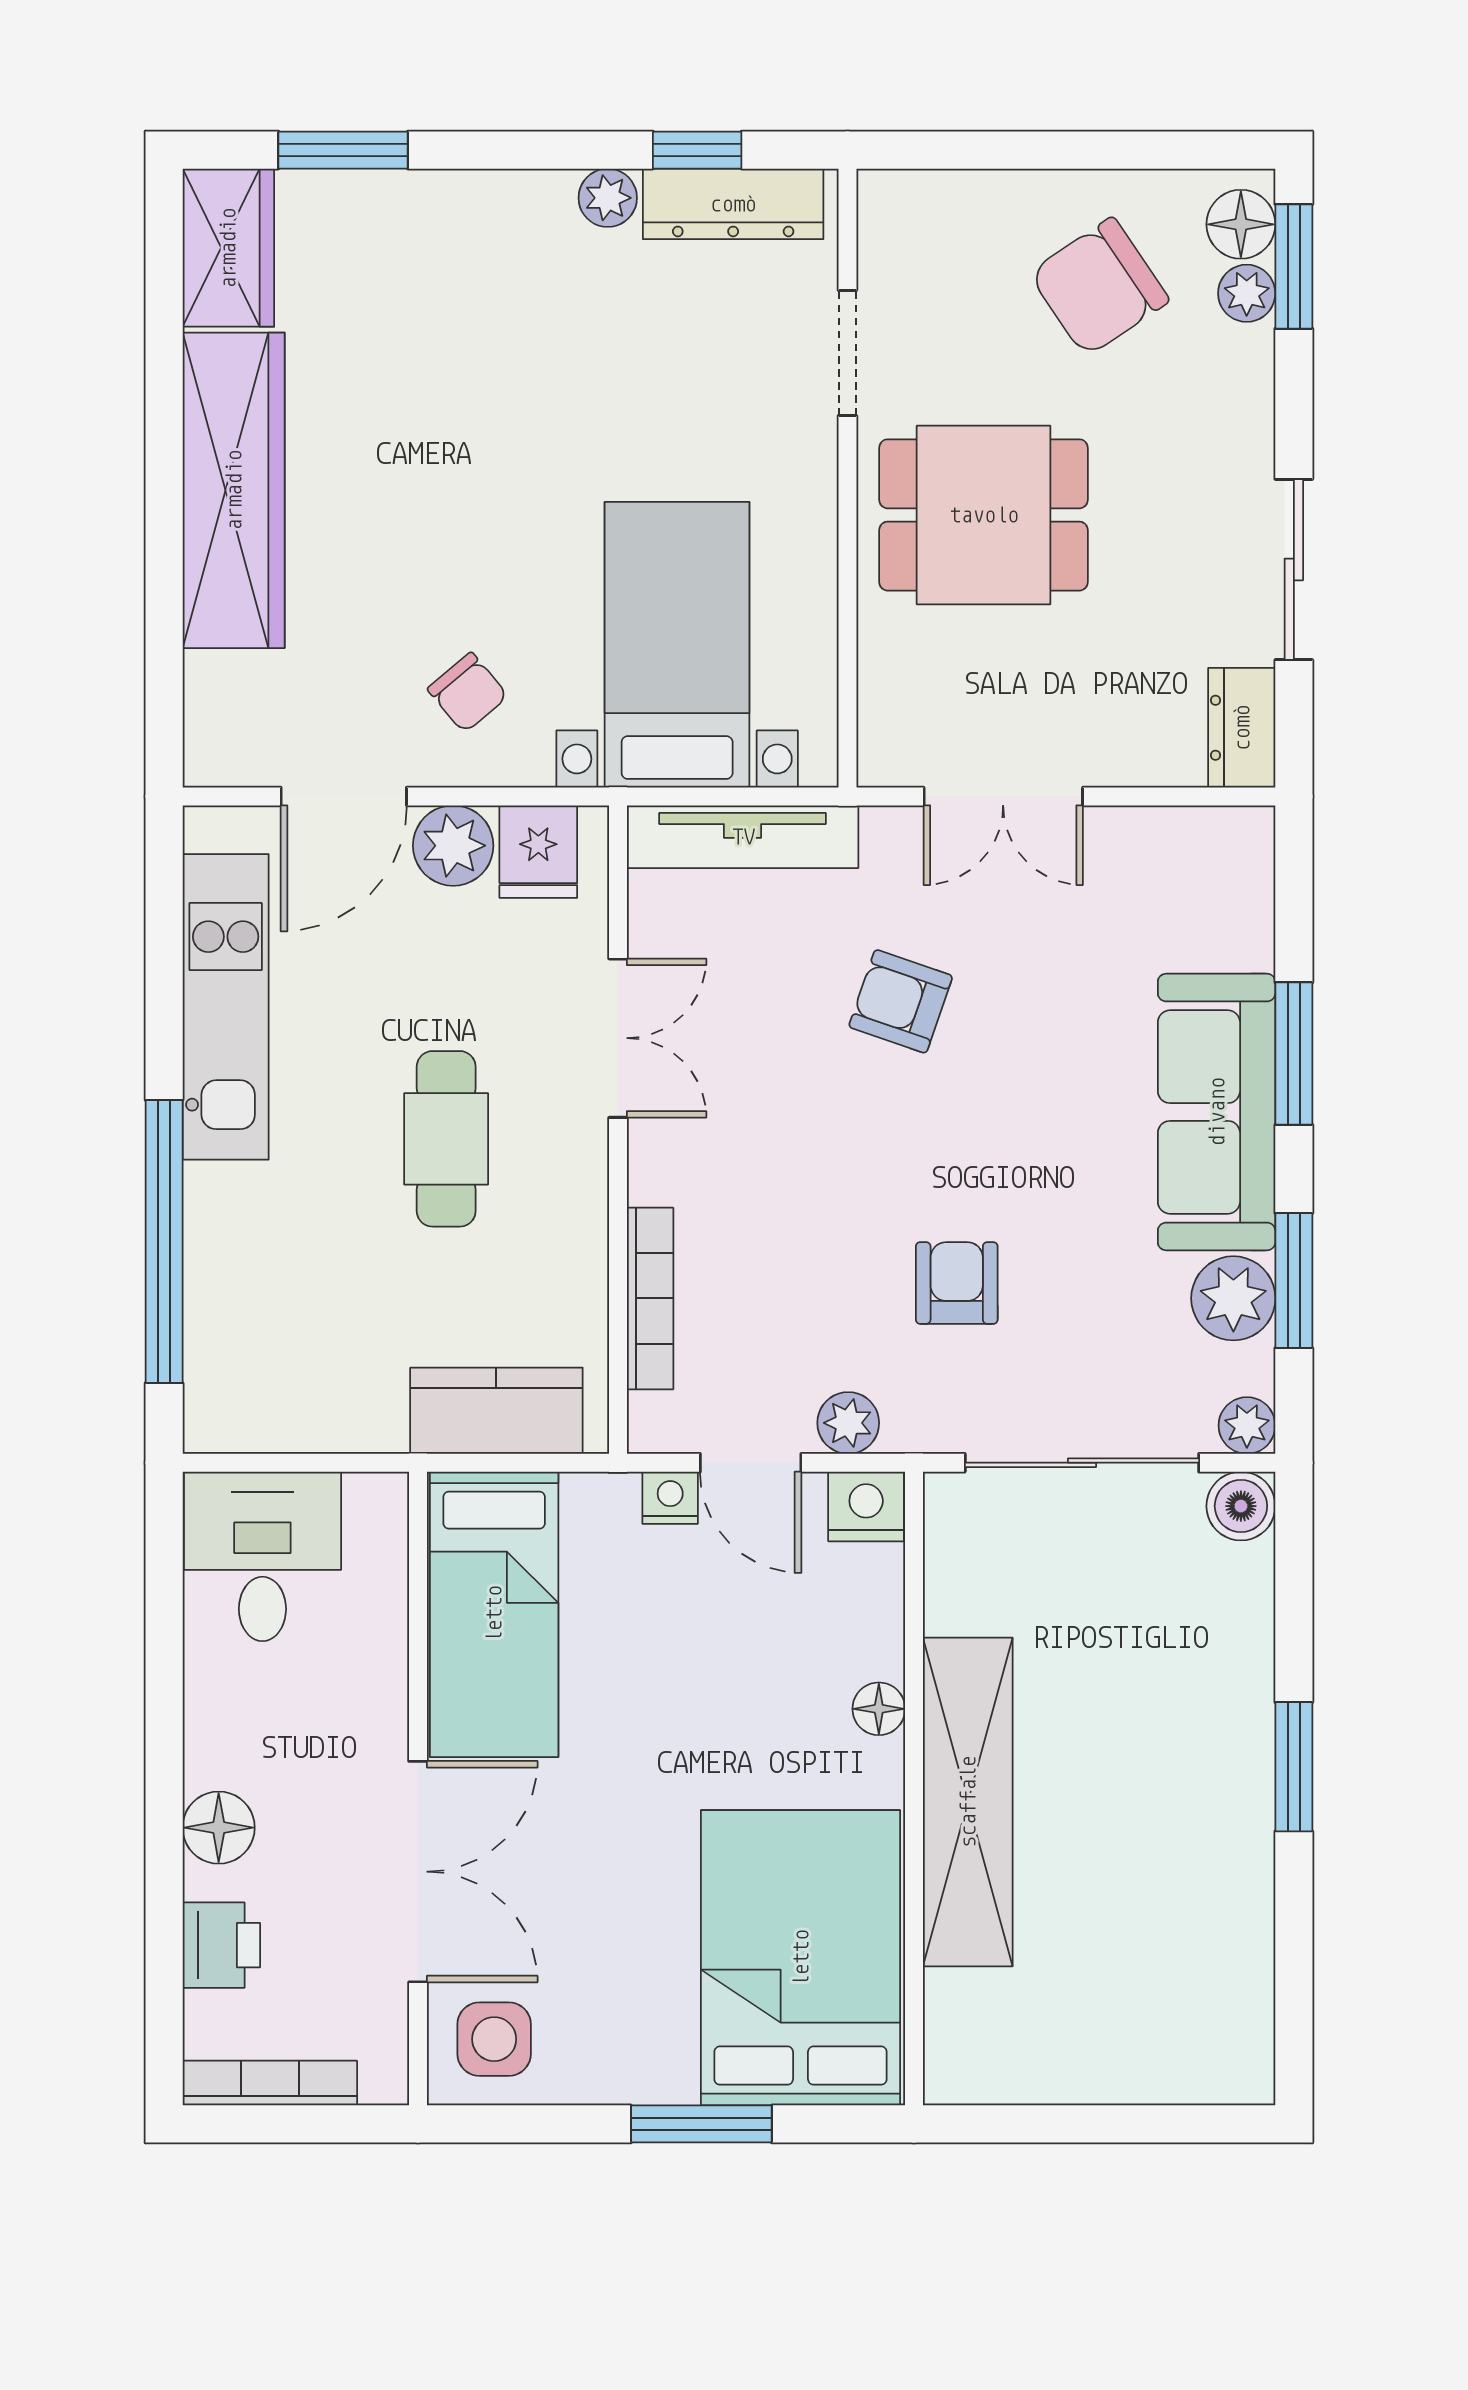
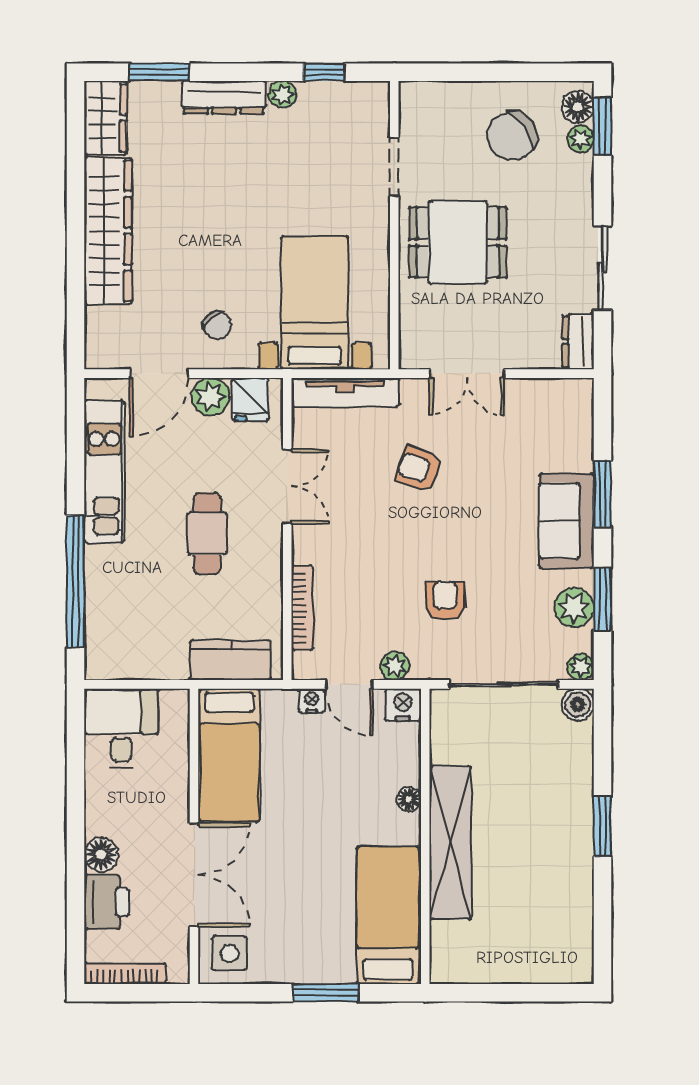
dresser: (733, 204) -> (224, 97), moved
sofa: (1217, 1112) -> (566, 521), width x0.73
printer: (221, 1945) -> (107, 902), width x1.36, depth x1.24
bed: (801, 1958) -> (388, 915), width x0.67

